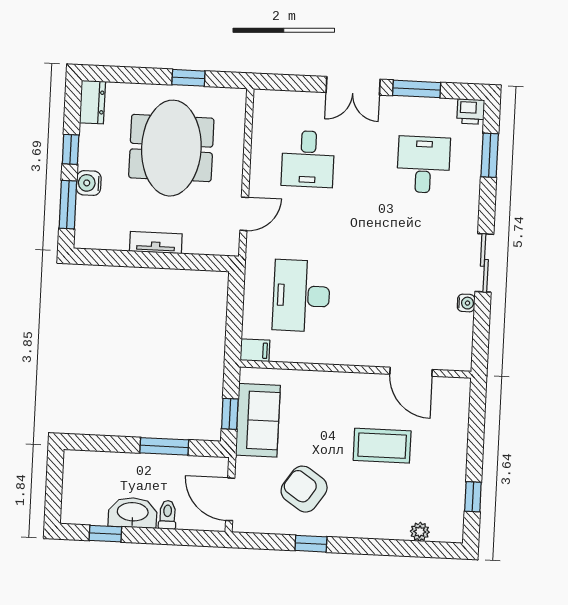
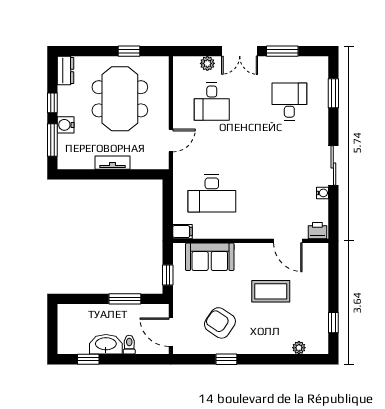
plant: (304, 102) -> (207, 63), added
printer: (471, 112) -> (317, 231), moved, turned 180
desk: (301, 296) -> (212, 193), turned -90
sofa: (258, 420) -> (210, 257), moved, turned 90

